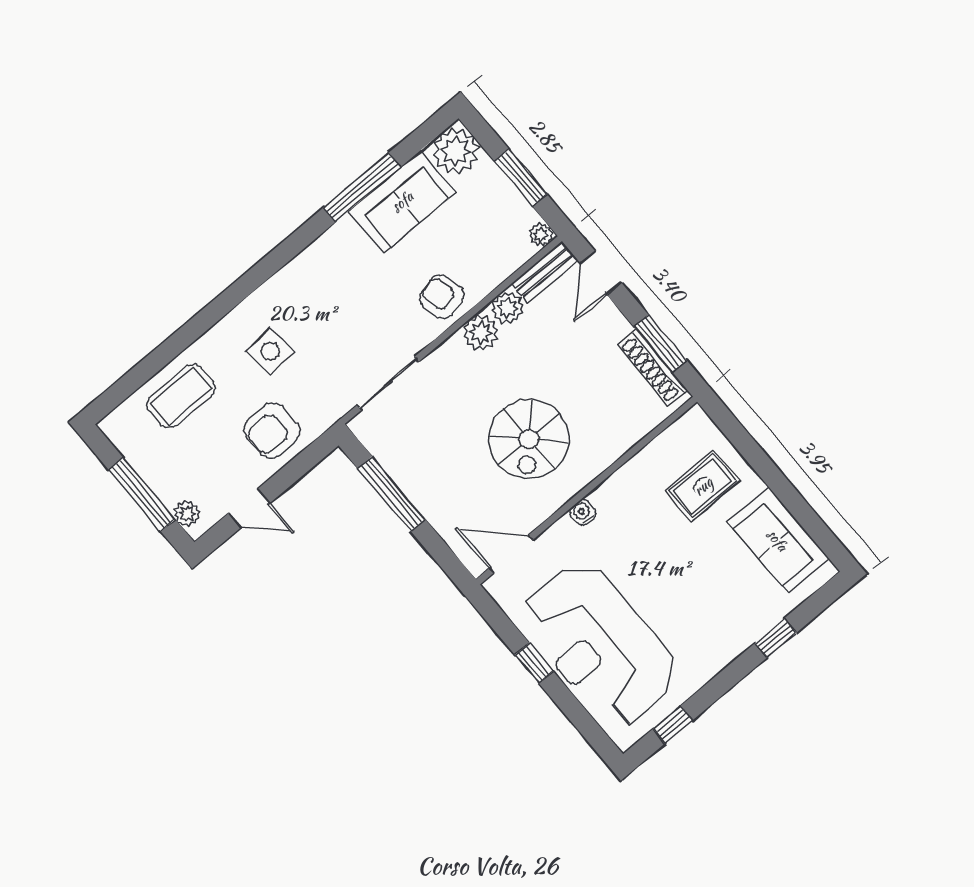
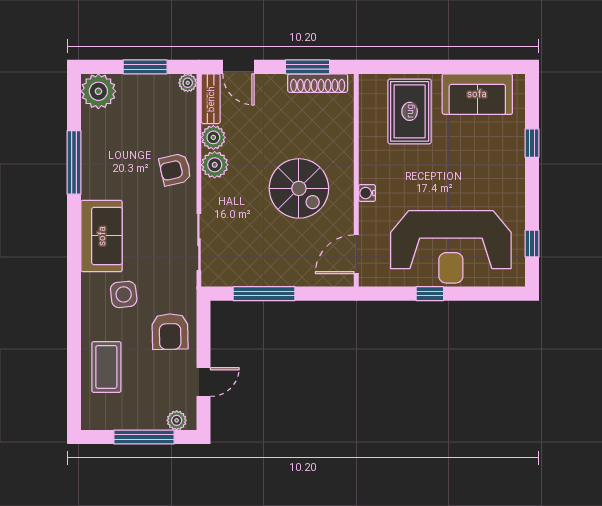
sofa: (402, 201) -> (102, 236), moved
rug: (703, 486) -> (410, 111), width x1.36, depth x1.43

